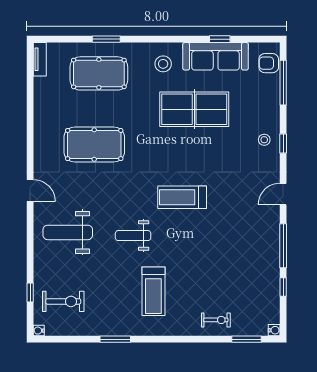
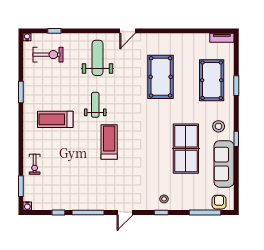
window: (220, 39) -> (236, 139), moved
door: (283, 194) -> (125, 212), swing flipped
treadmill: (182, 197) -> (109, 142), moved
exercise bike: (63, 301) -> (48, 55), turned -90

